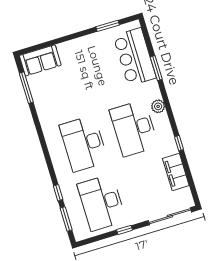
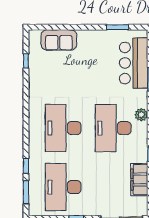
sofa: (40, 60) -> (59, 40), moved
window: (26, 88) -> (26, 61), width x0.46

